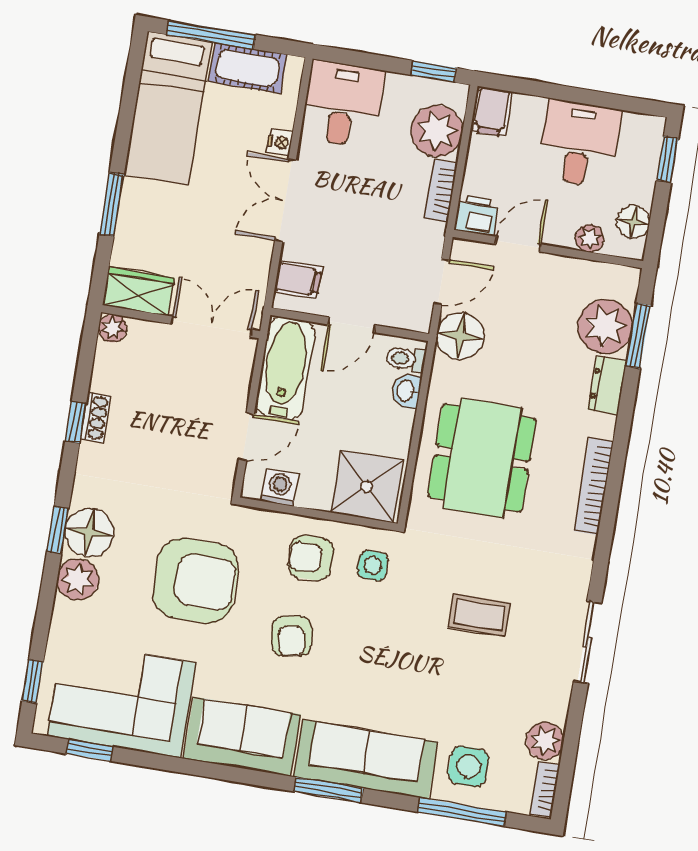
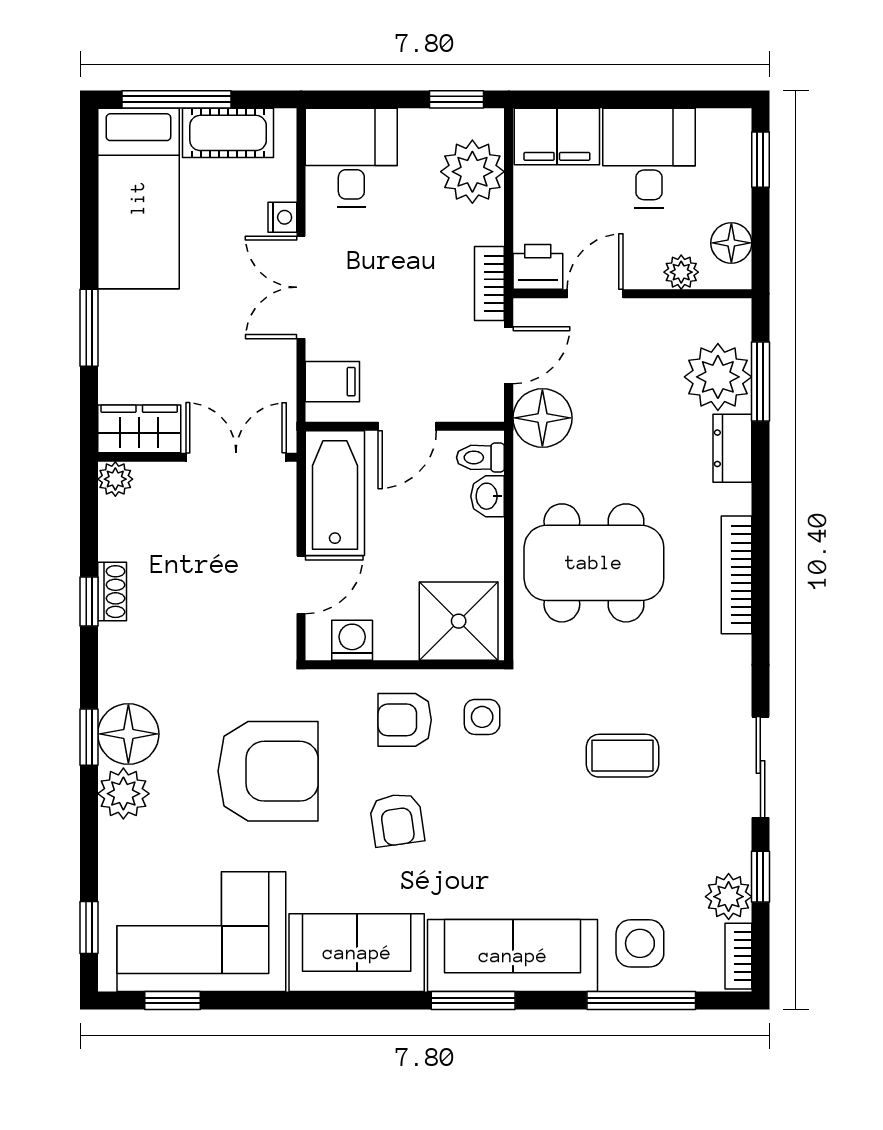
filing cabinet: (492, 111) -> (557, 137), width x2.00
bookcase: (441, 191) -> (489, 283), moved
dining table: (482, 458) -> (594, 563), turned 90
window: (573, 729) -> (760, 877), added

